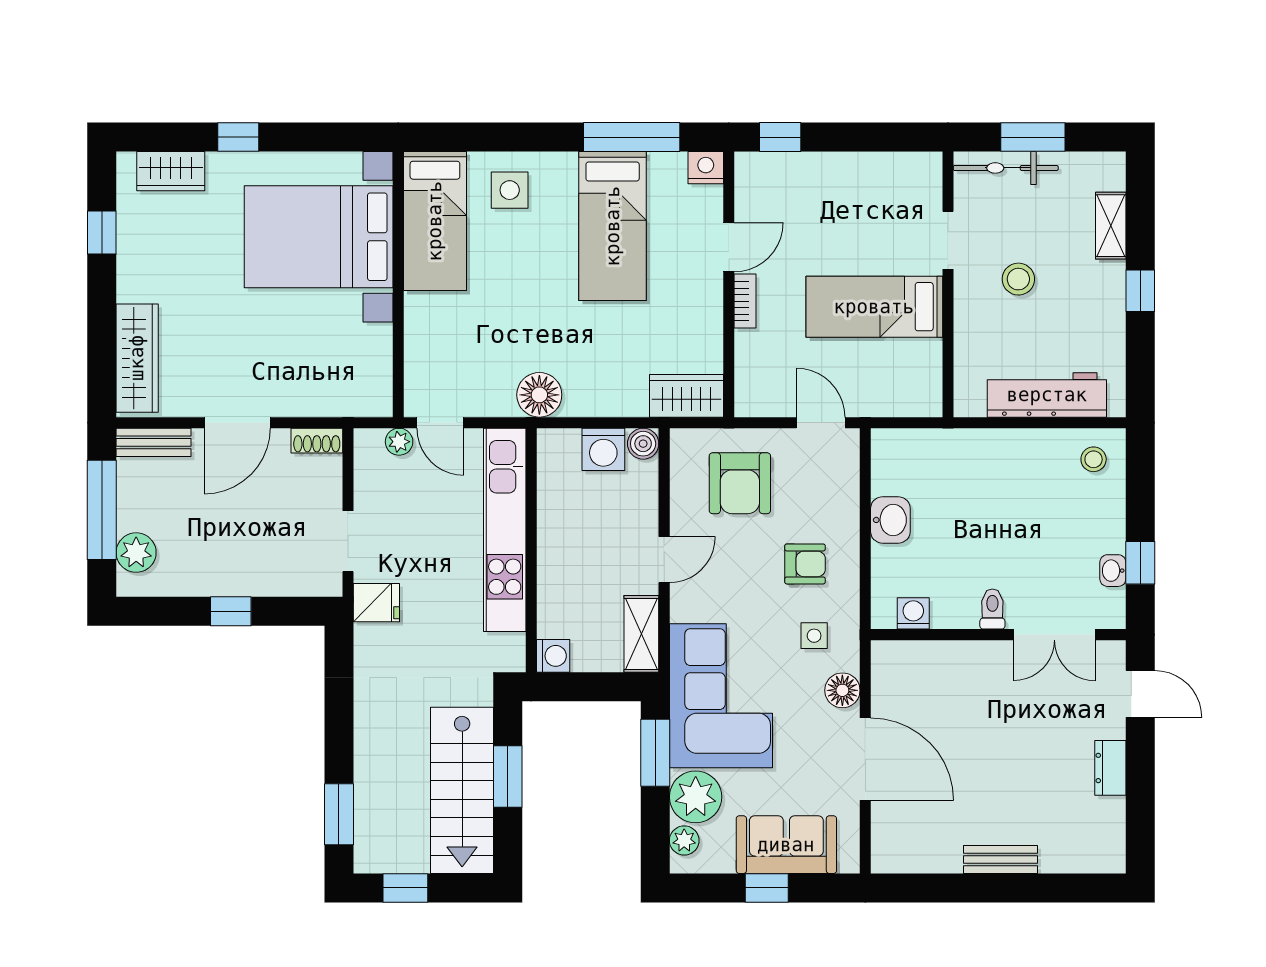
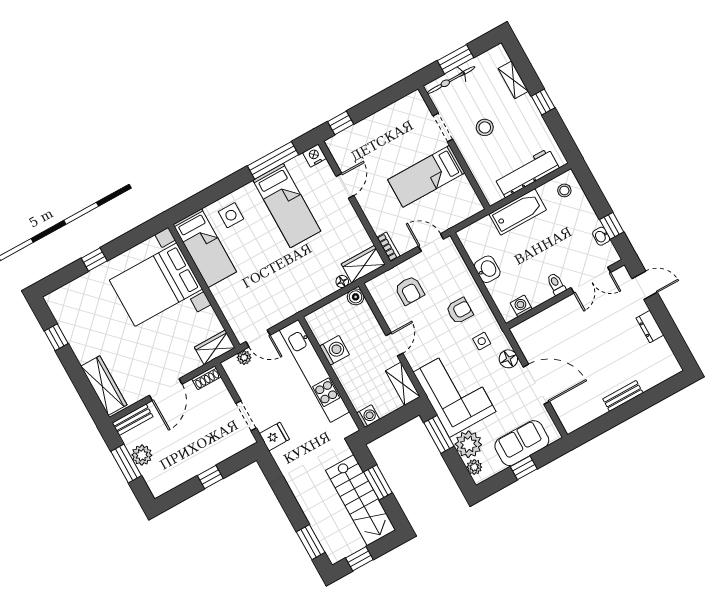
wardrobe: (171, 171) -> (215, 348), moved, turned 180
bookcase: (745, 301) -> (388, 247), moved
floor lamp: (539, 395) -> (342, 282), moved, width x0.53, depth x0.53
washing machine: (603, 449) -> (335, 350), moved, turned -90
bathtub: (995, 452) -> (518, 212), added
armchair: (740, 483) -> (410, 290), width x0.72, depth x0.72
window: (102, 510) -> (126, 463), width x0.69
plant: (136, 553) -> (142, 455), moved

